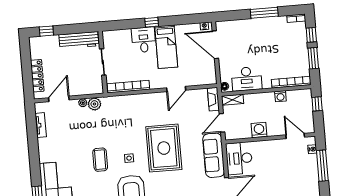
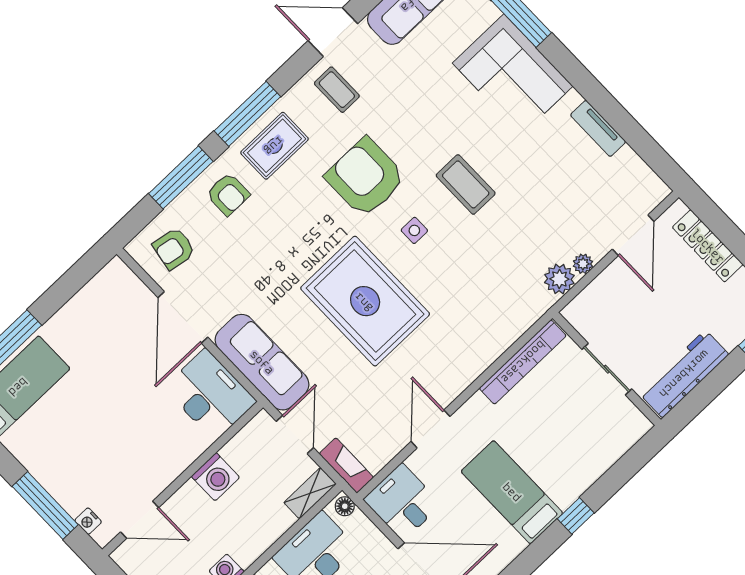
desk: (144, 40) -> (402, 502), moved, turned 180
tv unit: (41, 125) -> (598, 128), moved

